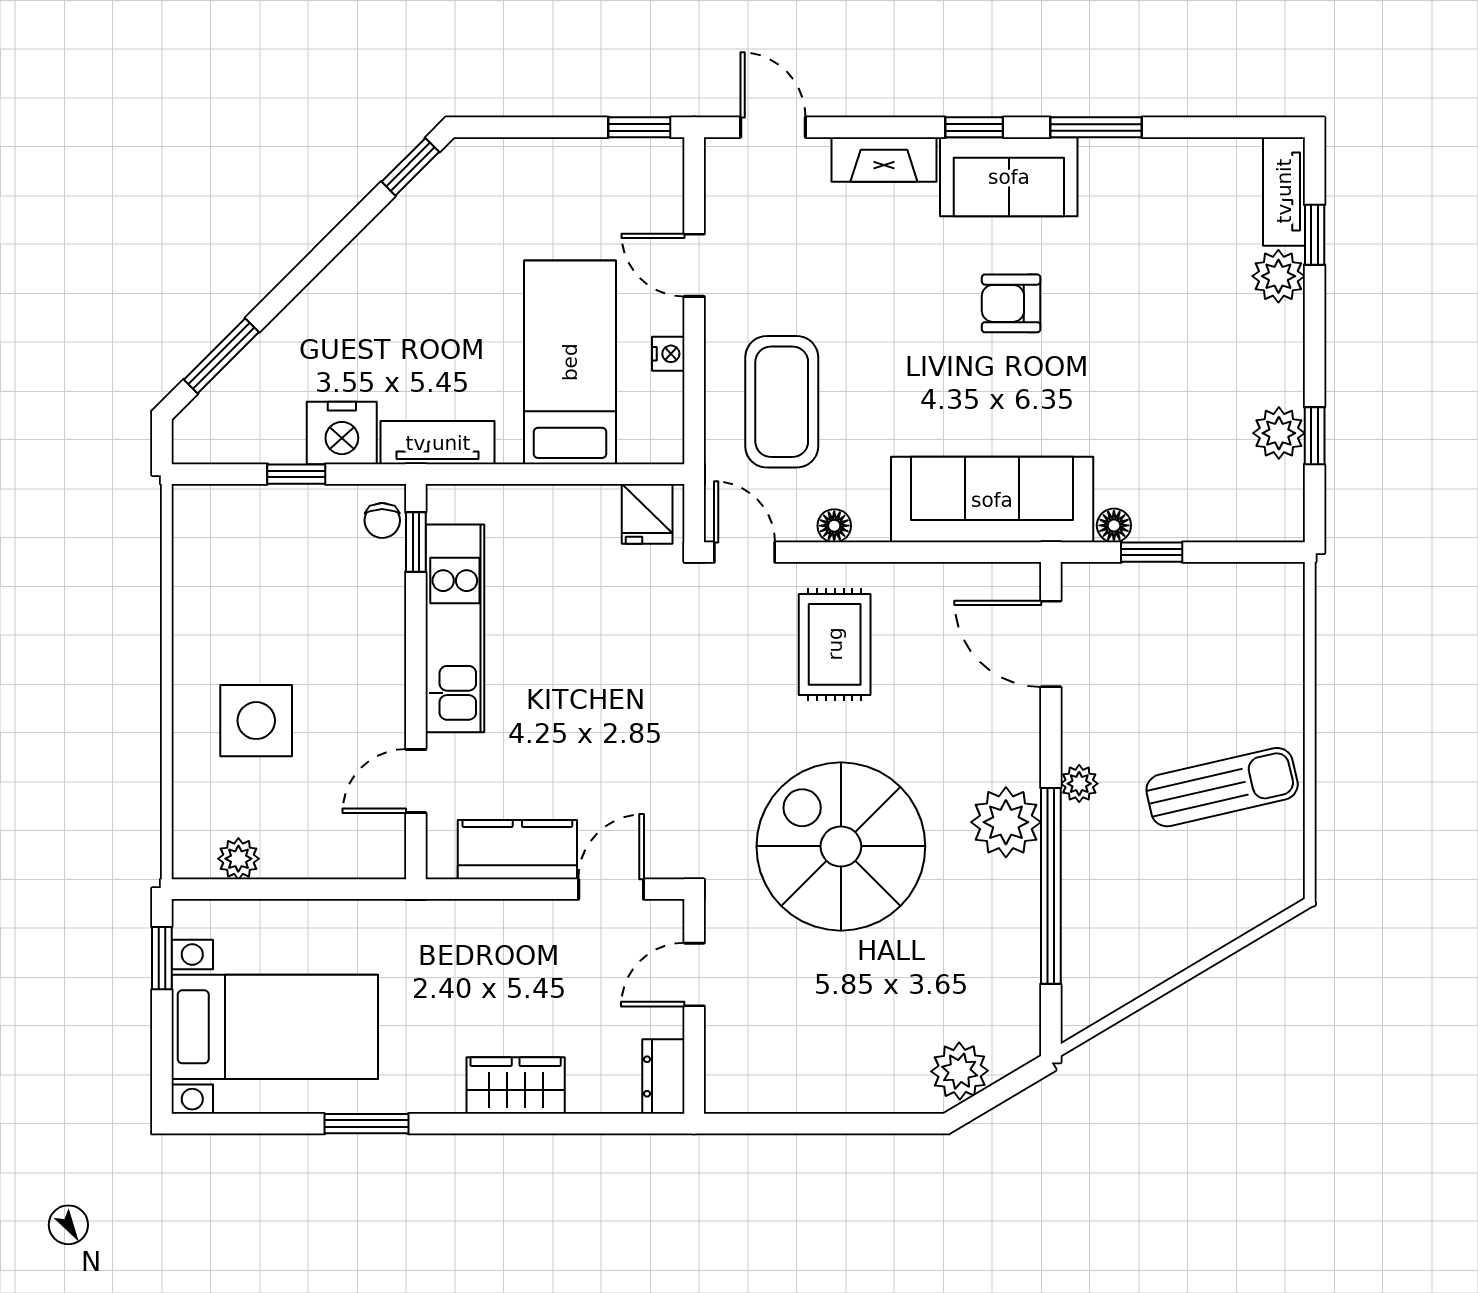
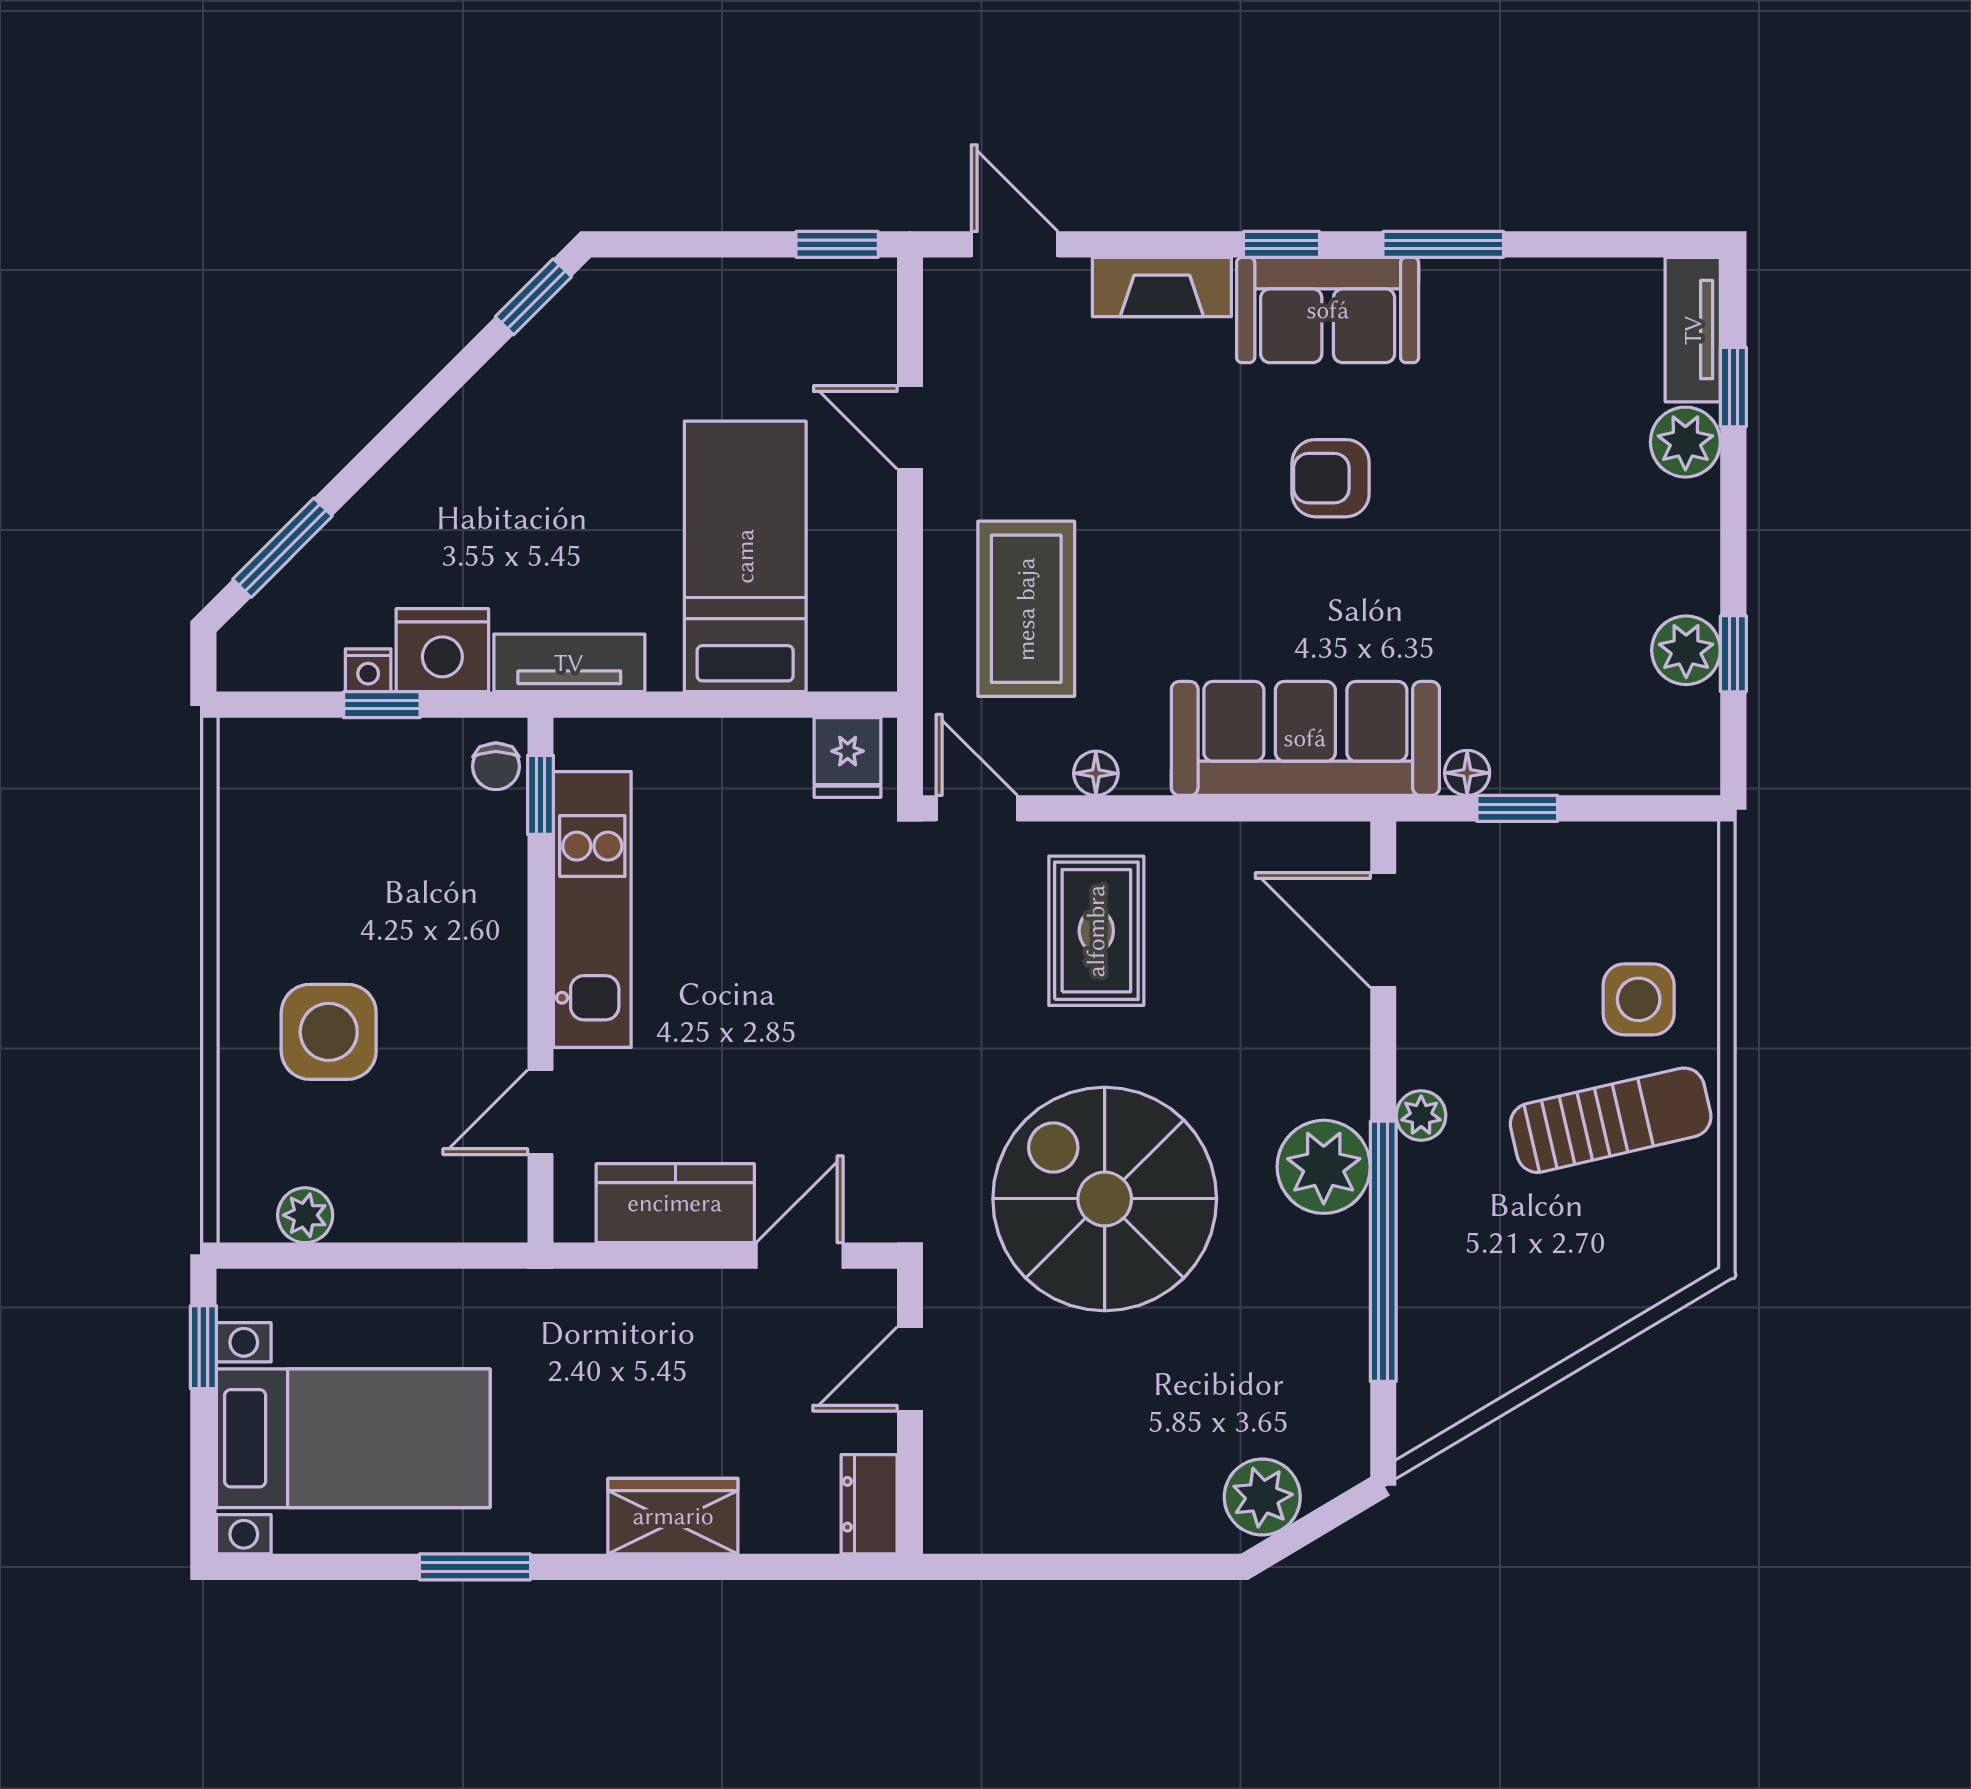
nightstand: (668, 354) -> (368, 670), moved, turned 90
side table: (1243, 696) -> (1639, 999), added

